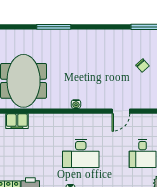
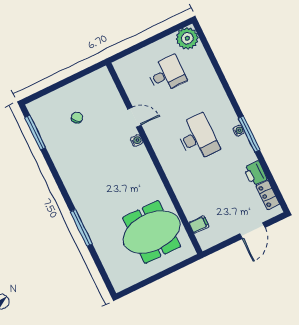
water cooler: (76, 104) -> (137, 140), moved
filing cabinet: (17, 121) -> (199, 225), width x0.50

